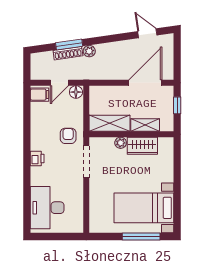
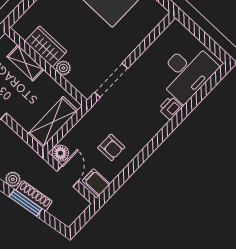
door: (59, 83) -> (68, 176), hinge flipped
shelving: (109, 123) -> (53, 122), moved, turned 90
armchair: (68, 136) -> (111, 147), moved, turned -90
printer: (37, 158) -> (170, 108), moved

